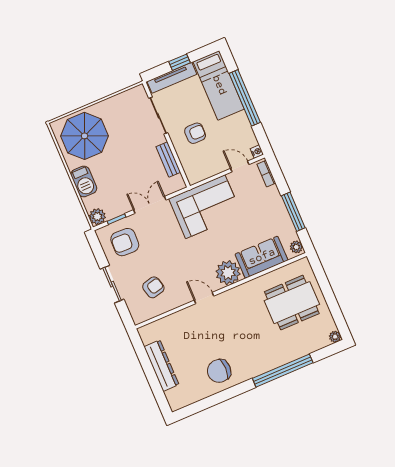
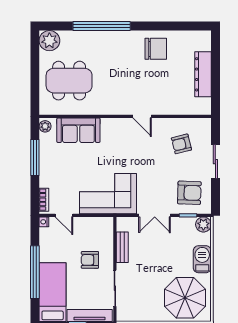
plant: (228, 273) -> (113, 129), removed
plant: (335, 337) -> (49, 41), width x1.87, depth x1.87

